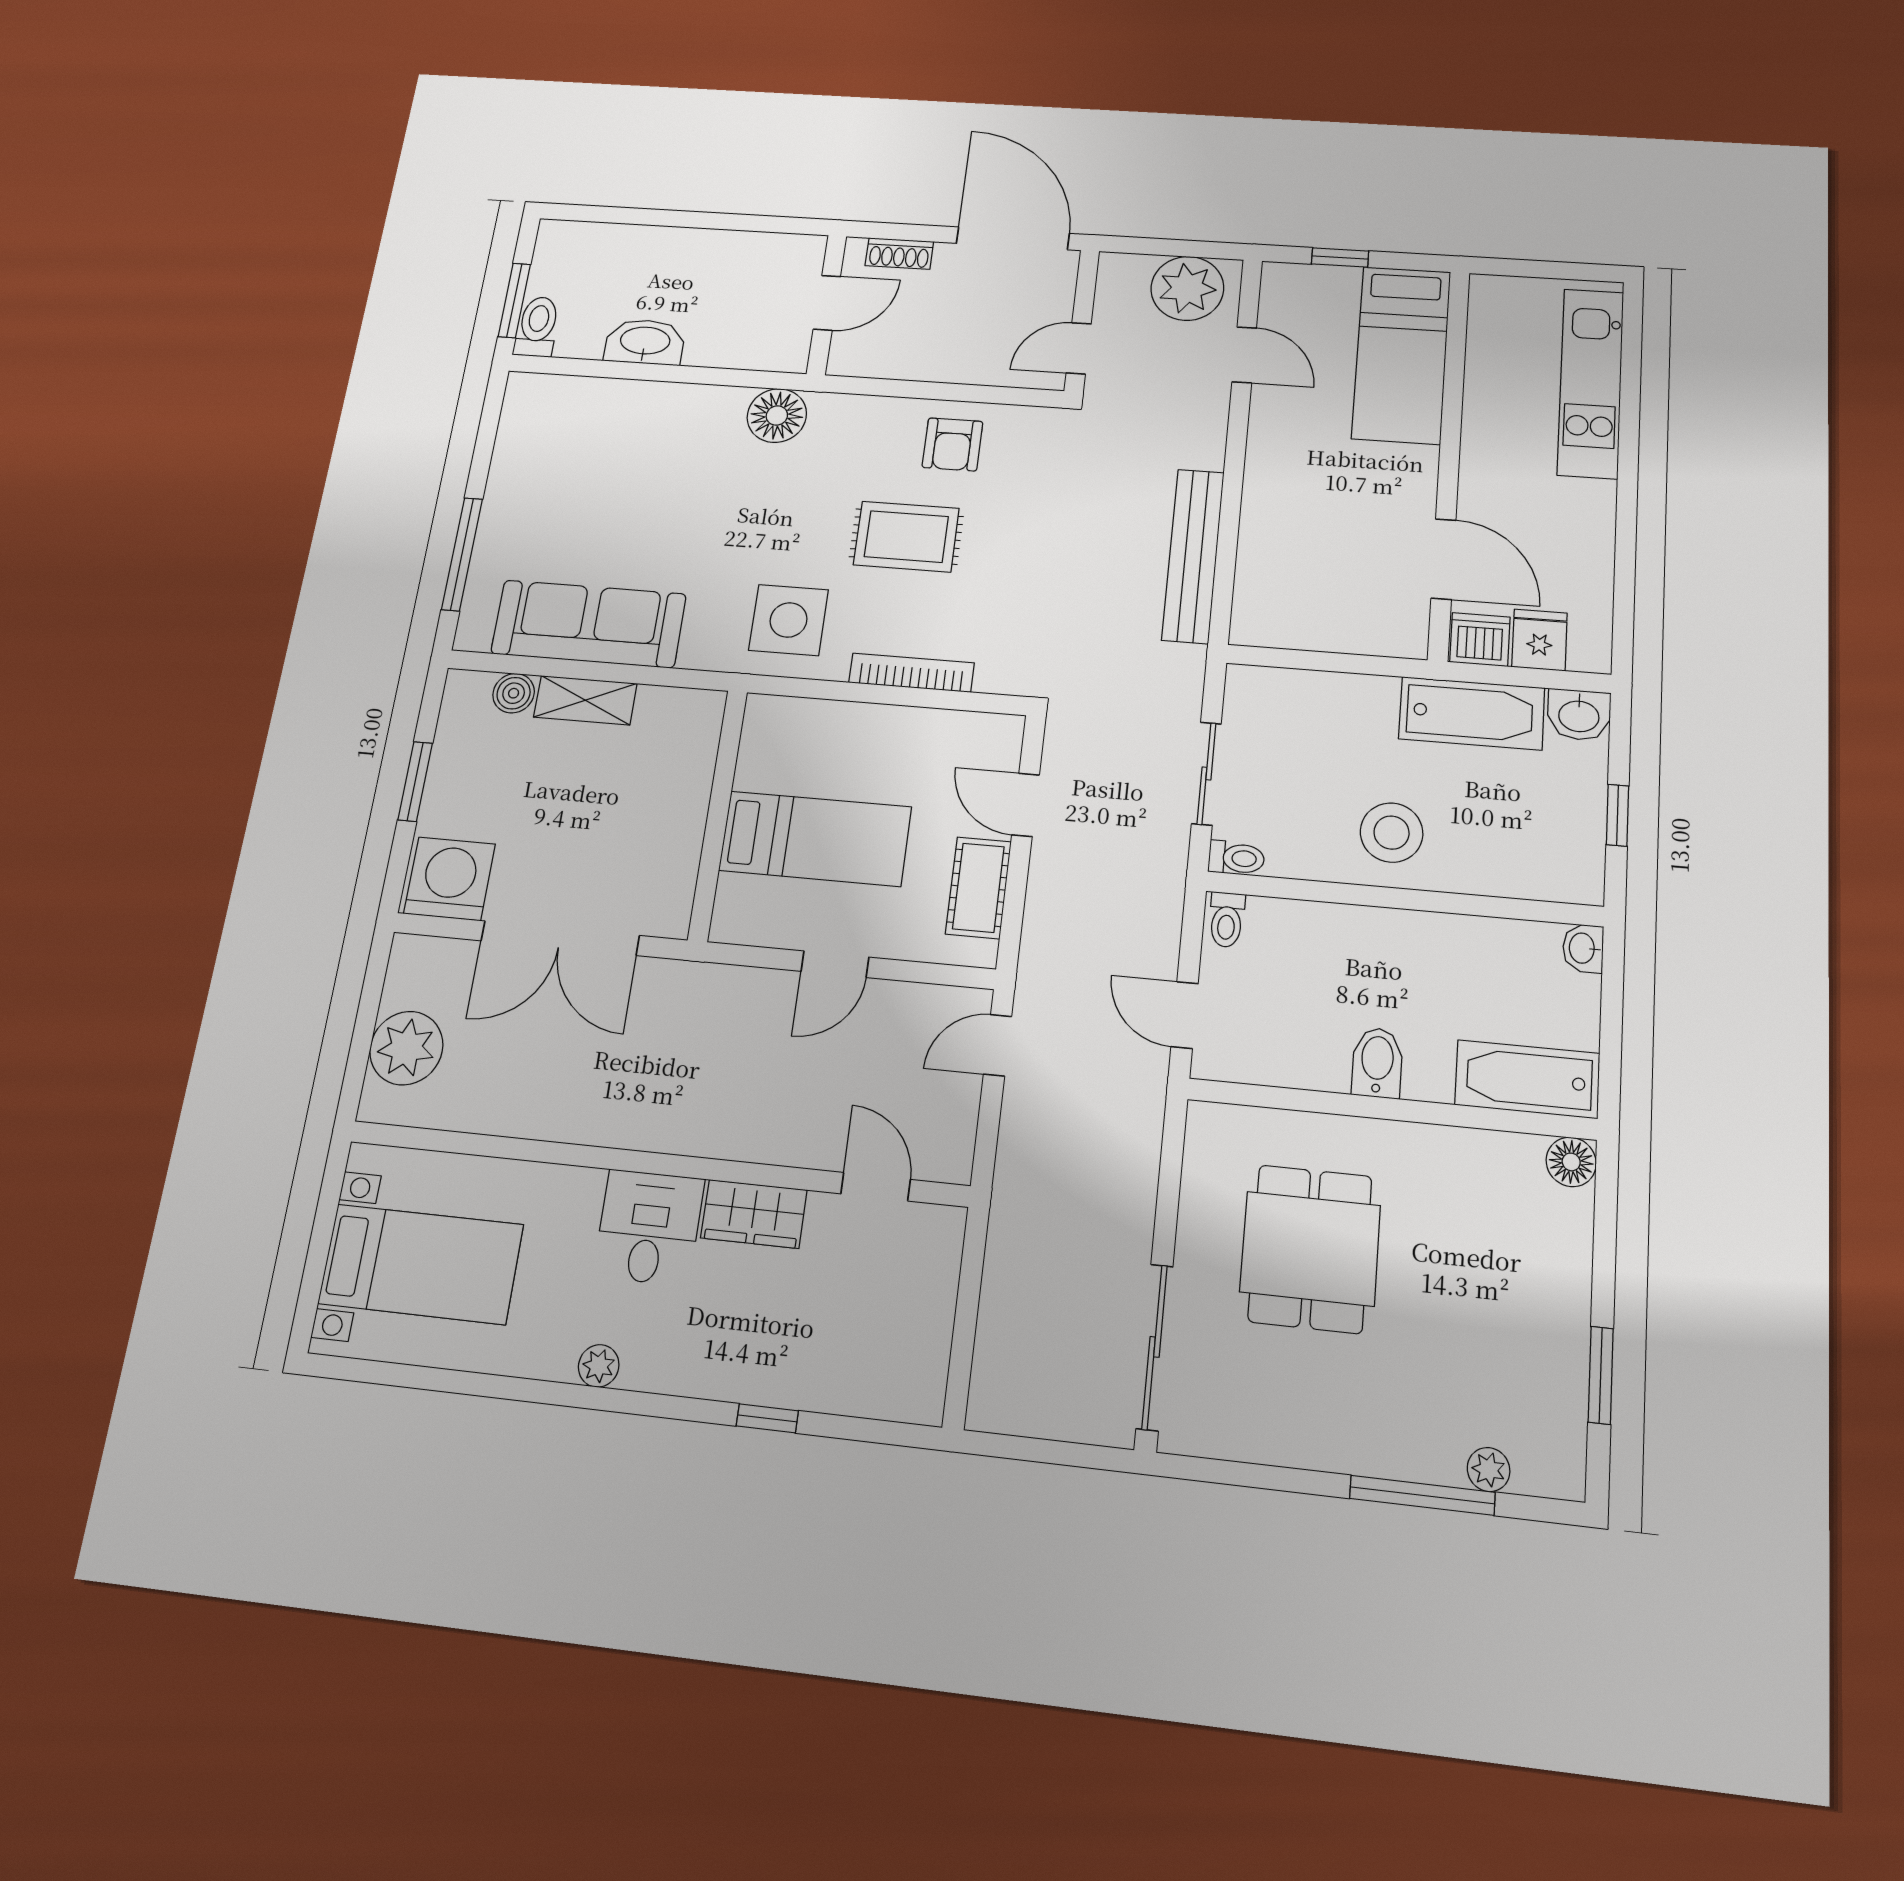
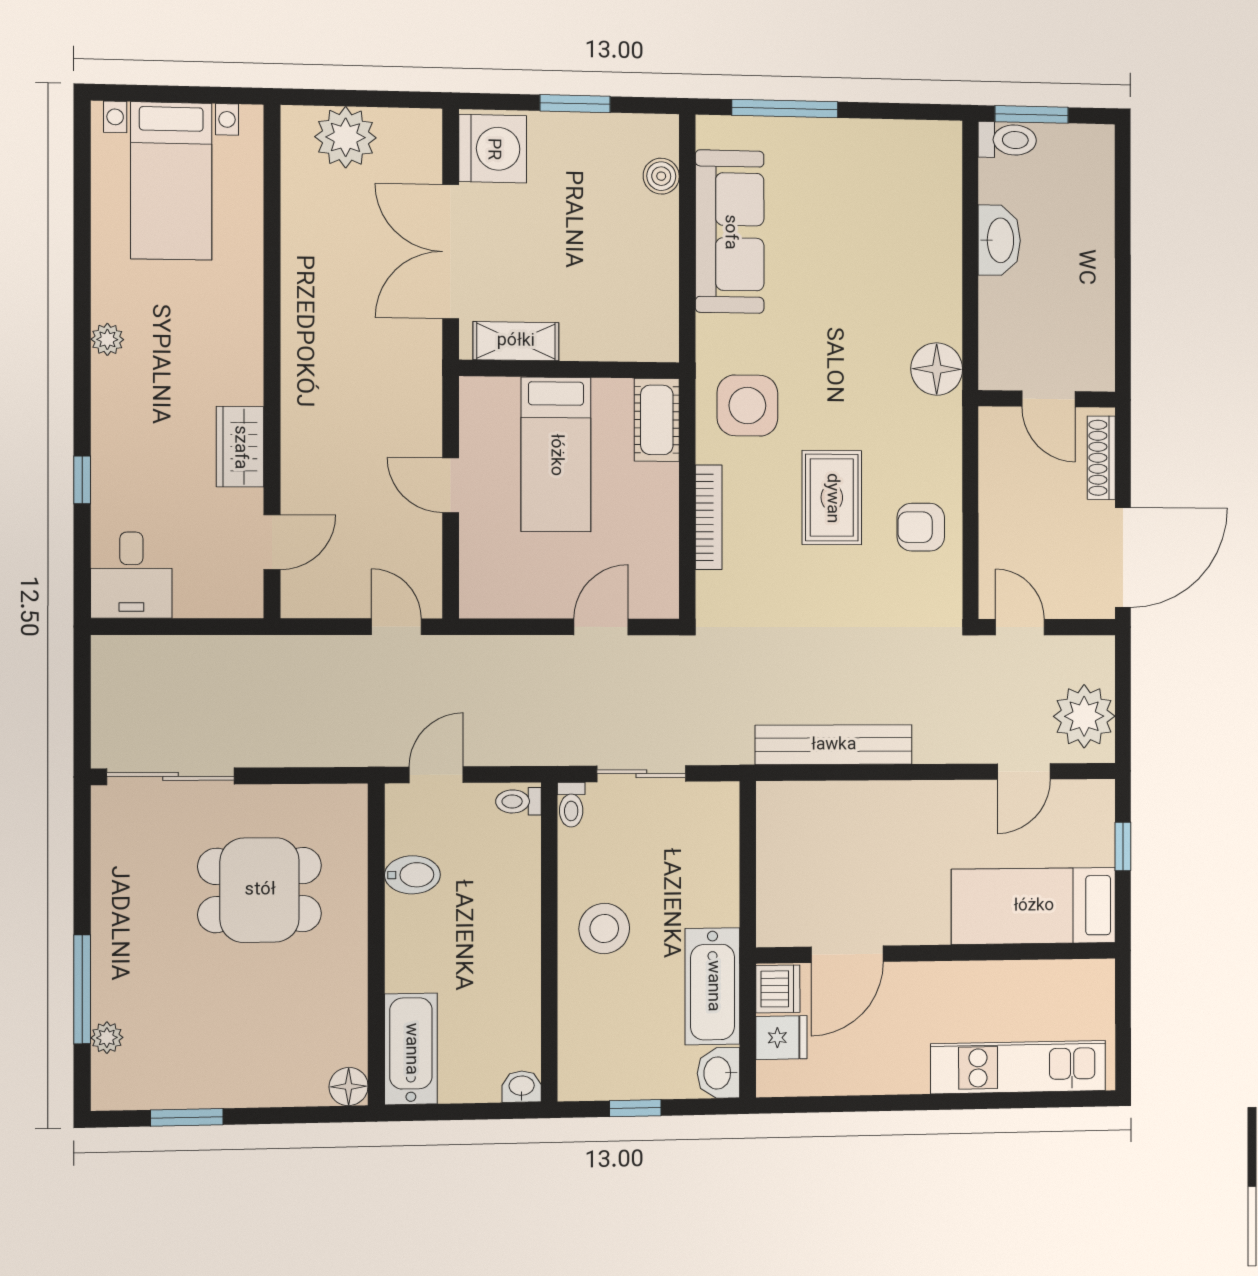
shoe rack: (899, 254) -> (1101, 458), width x1.43
shelving: (585, 700) -> (516, 341), moved, turned 90
cot: (978, 888) -> (657, 420), moved, turned 90
bidet: (1377, 1063) -> (412, 875), moved
desk: (649, 1227) -> (131, 575), moved, turned 90

